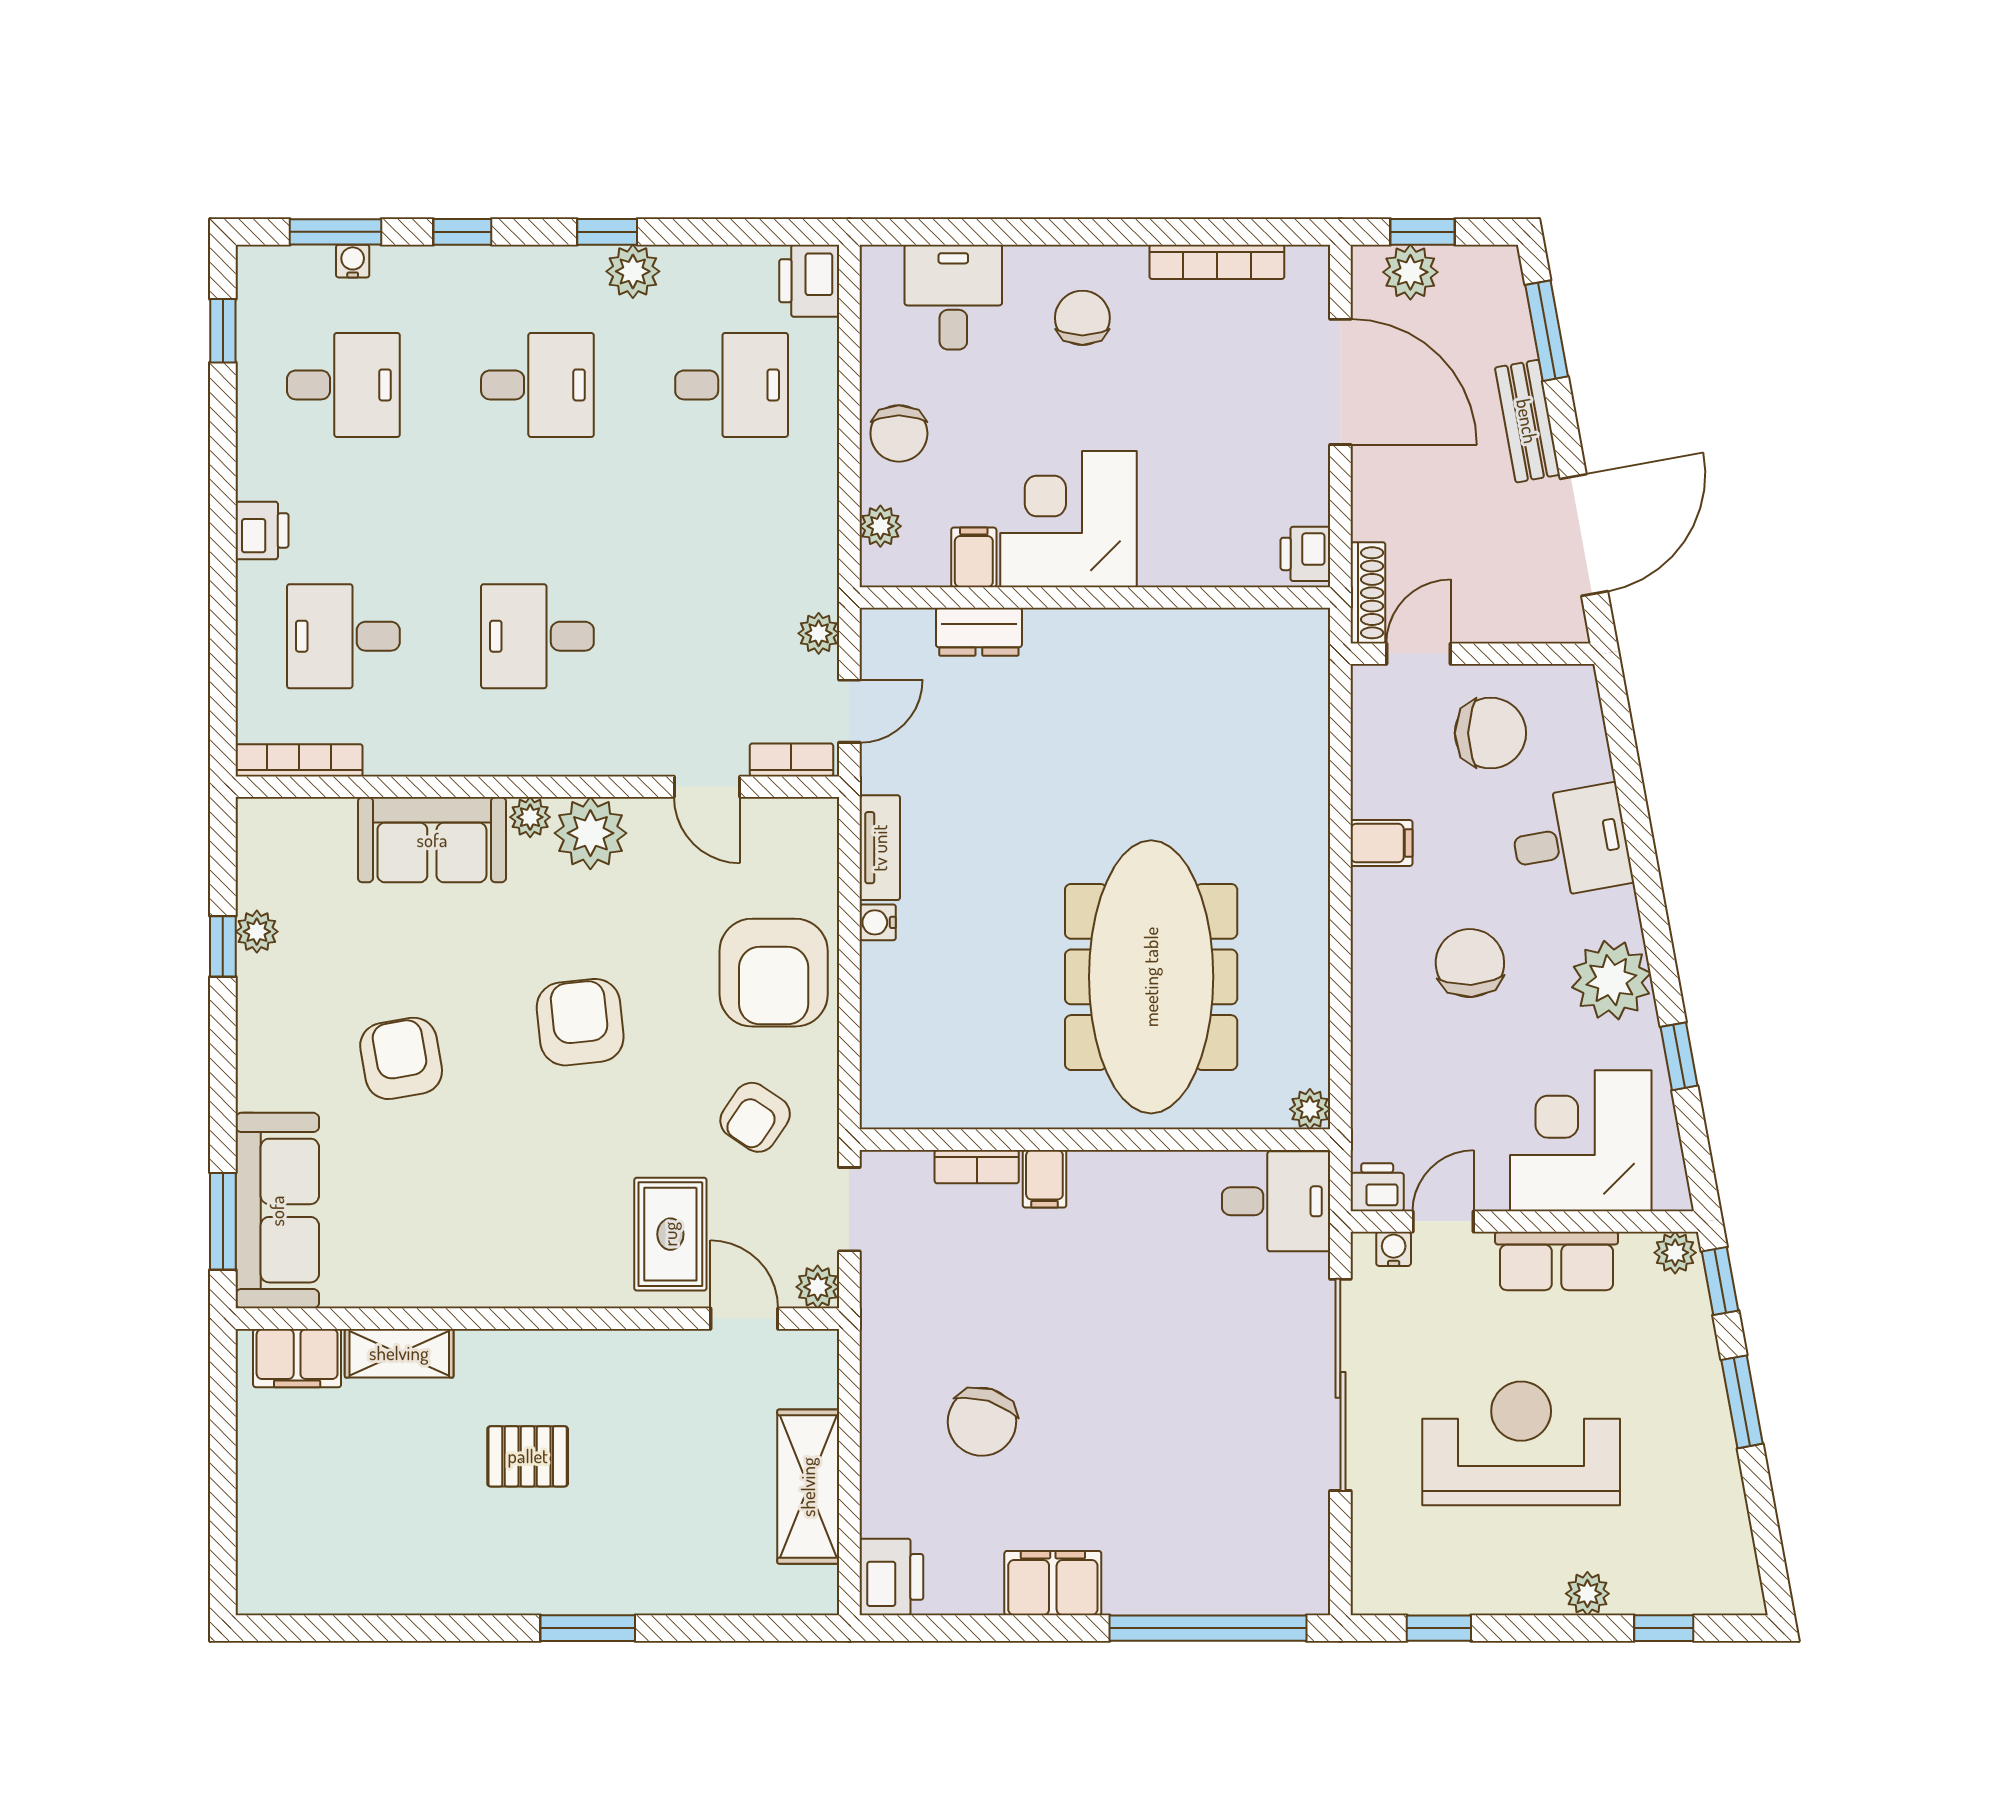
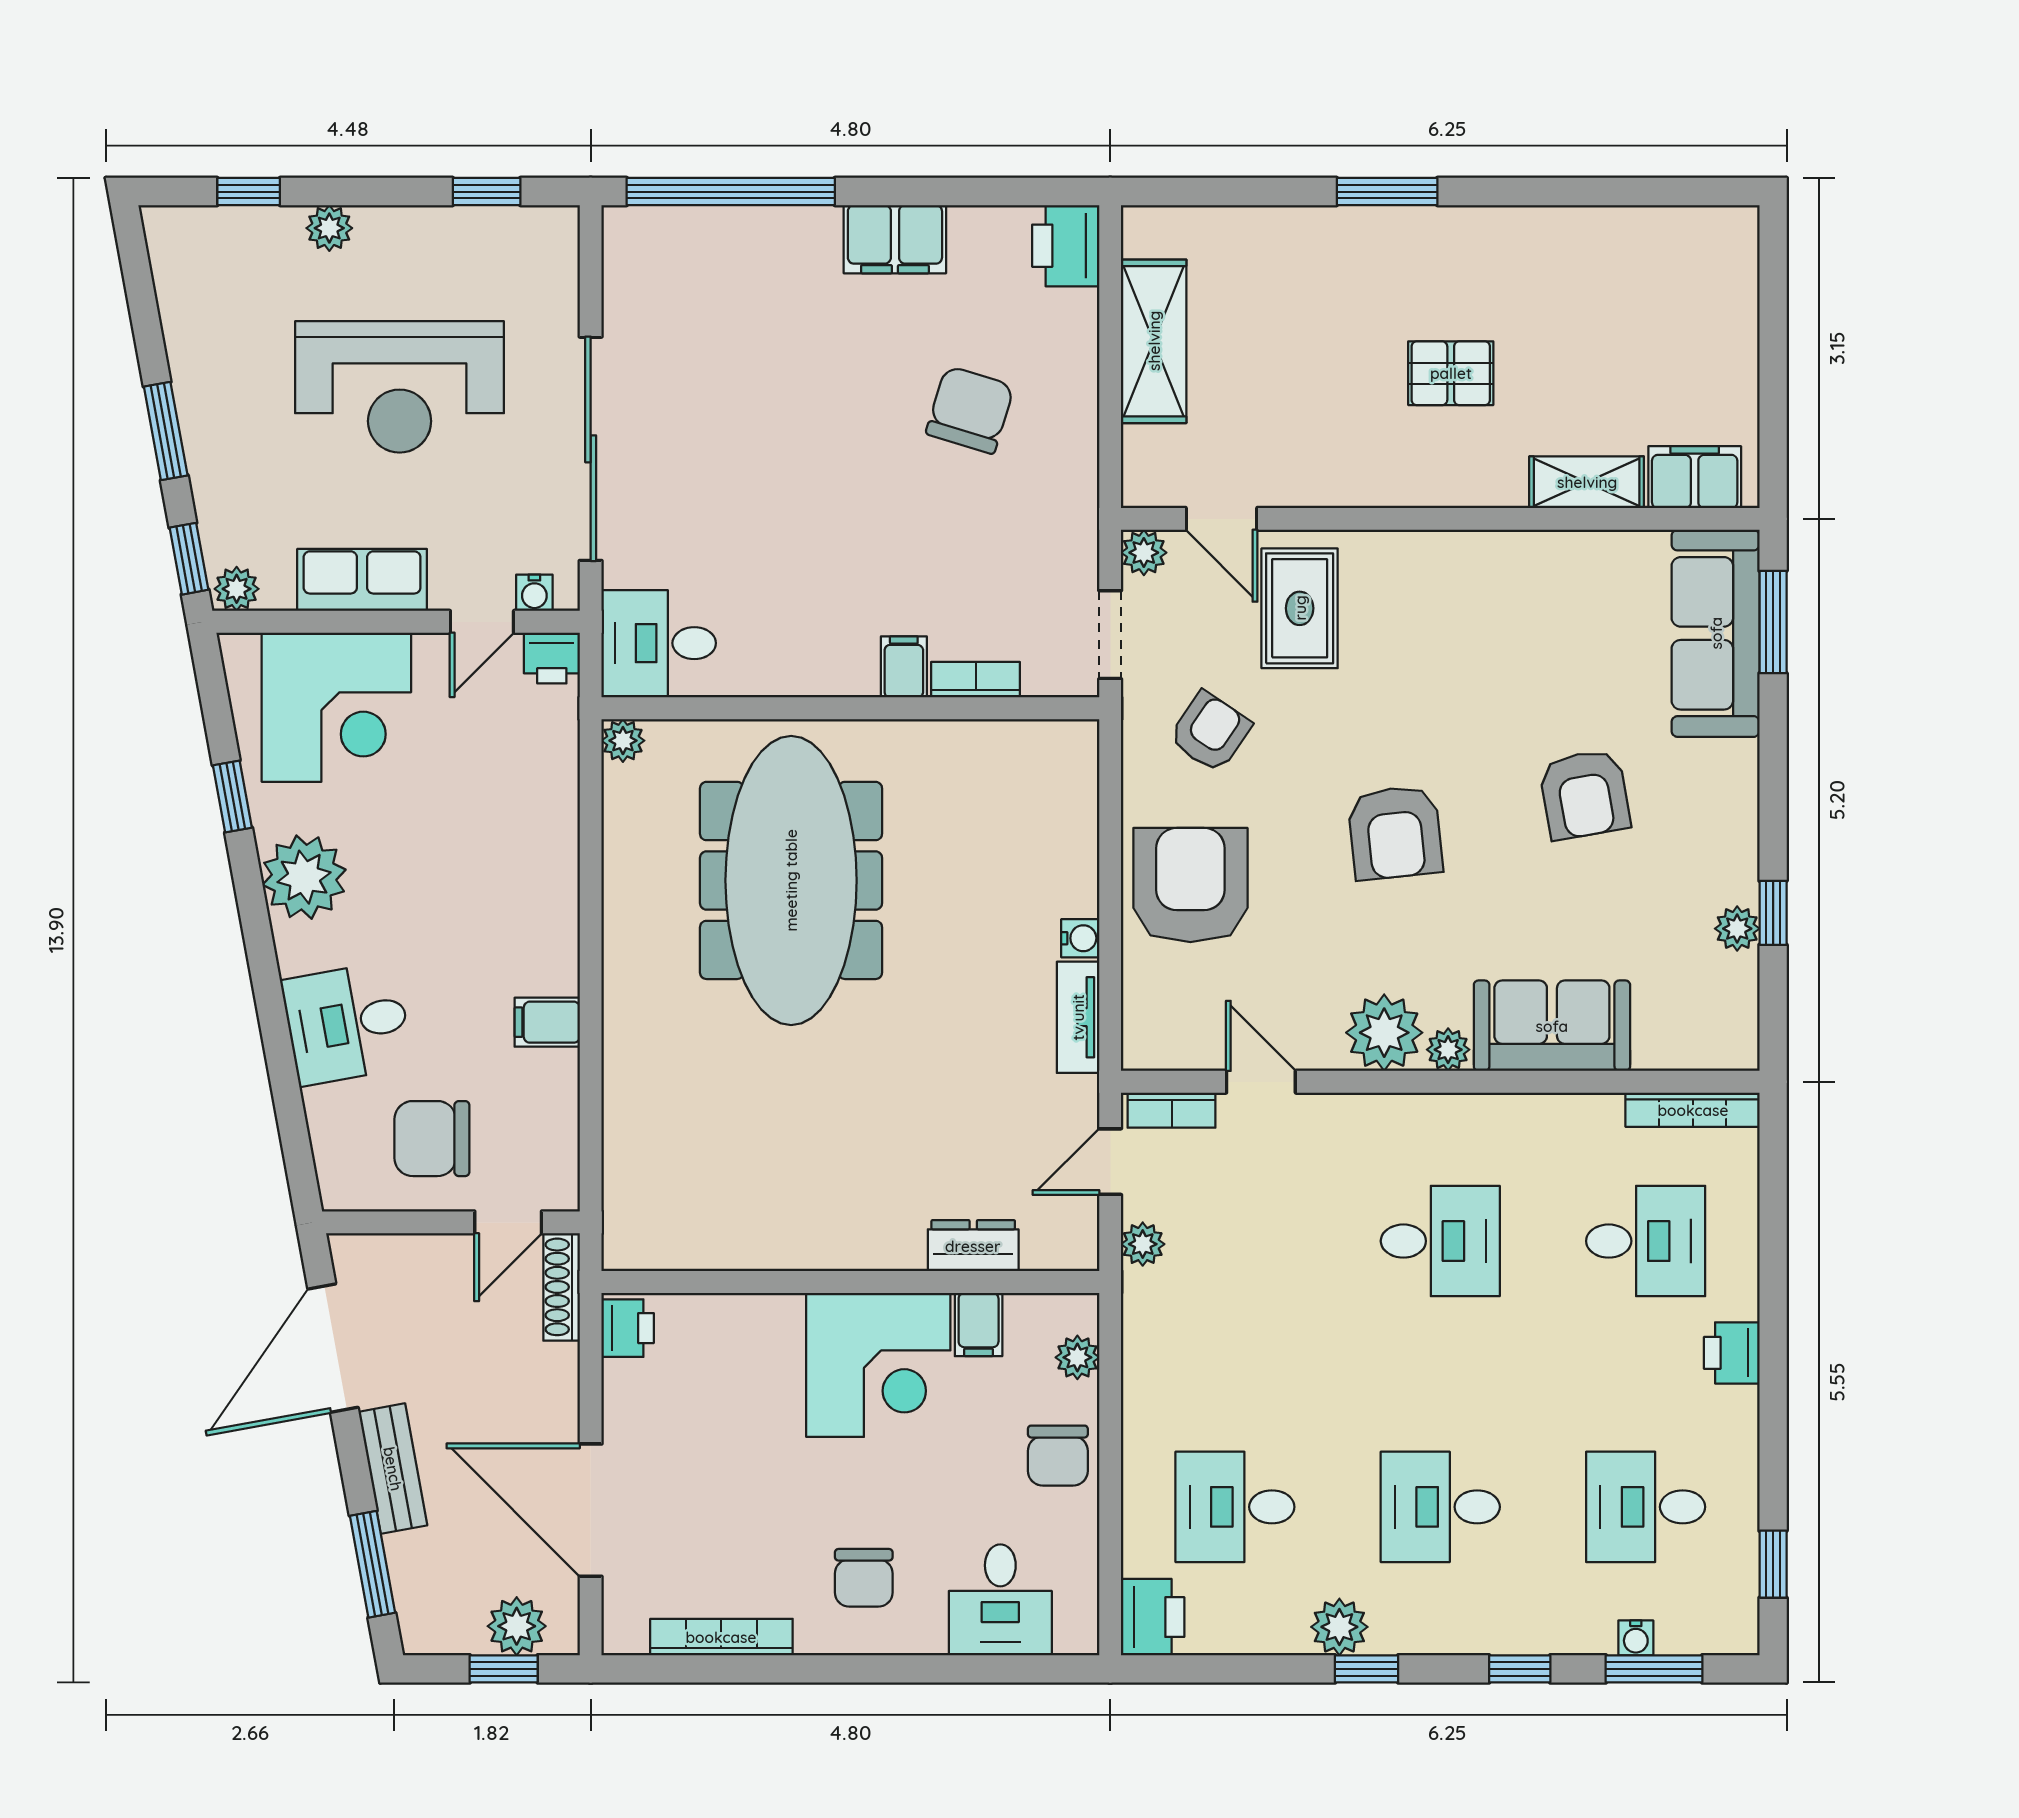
chair: (899, 433) -> (1058, 1456), turned 180
chair: (1470, 963) -> (454, 895), removed

